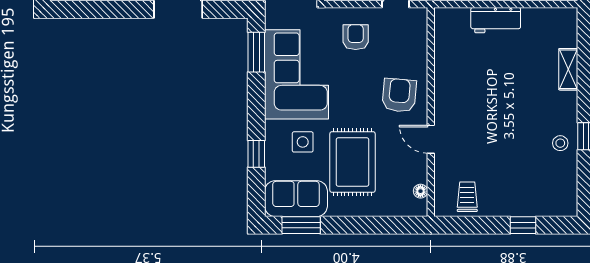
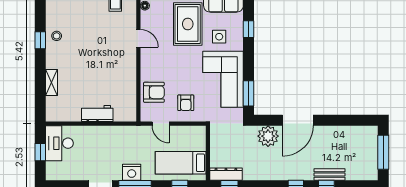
armchair: (399, 95) -> (154, 92), moved, turned -95

